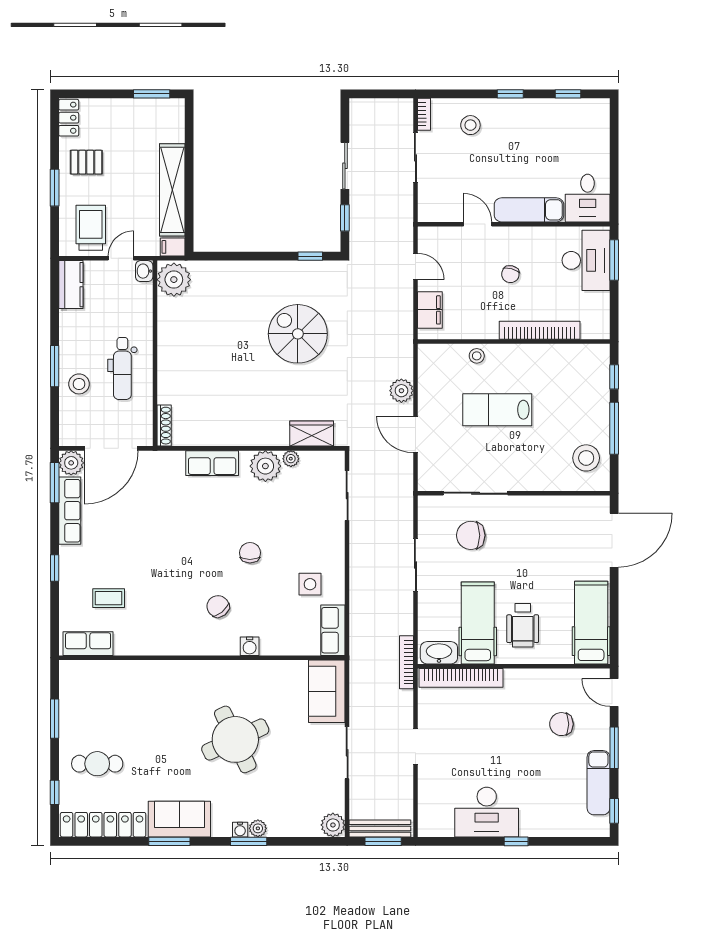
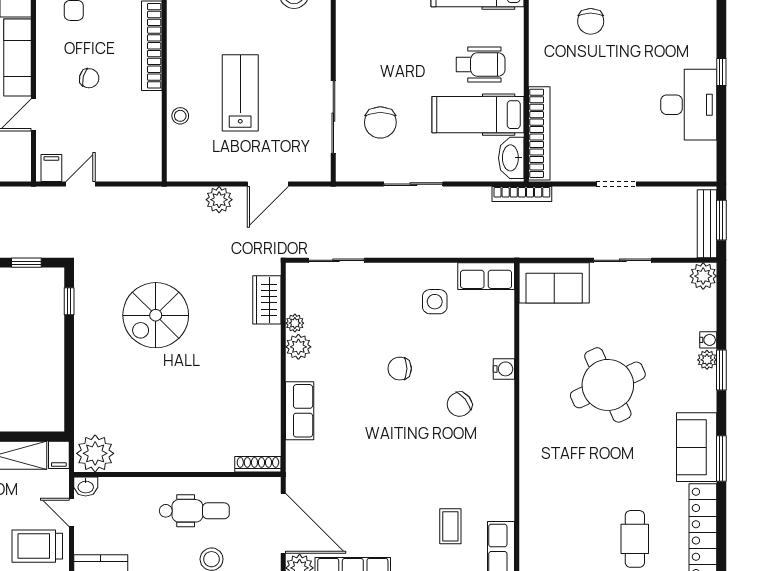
filing cabinet: (430, 310) -> (51, 168), moved, width x0.50
lab bench: (497, 410) -> (240, 93), turned 180
plant: (265, 466) -> (298, 347), width x0.73, depth x0.73
water cooler: (240, 830) -> (708, 340), moved

